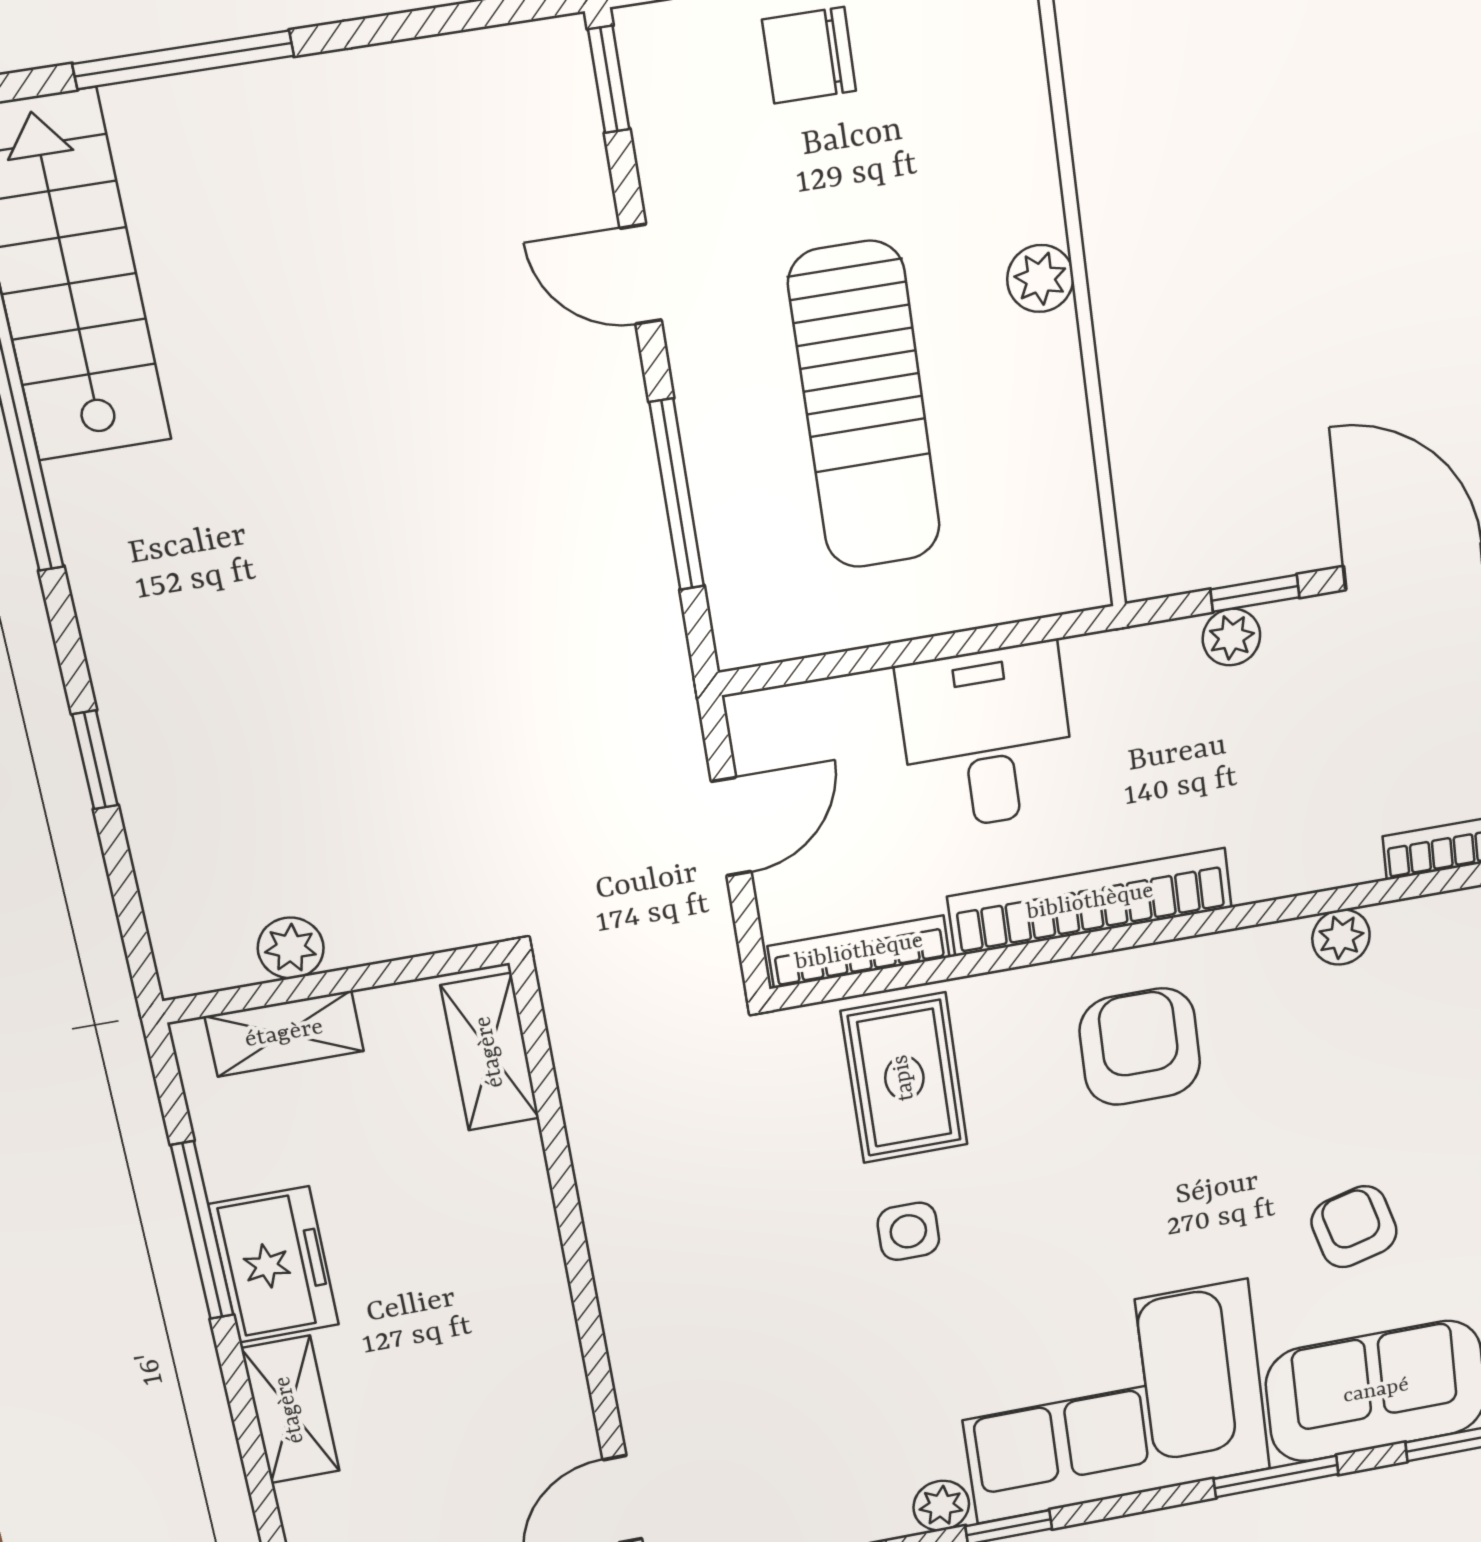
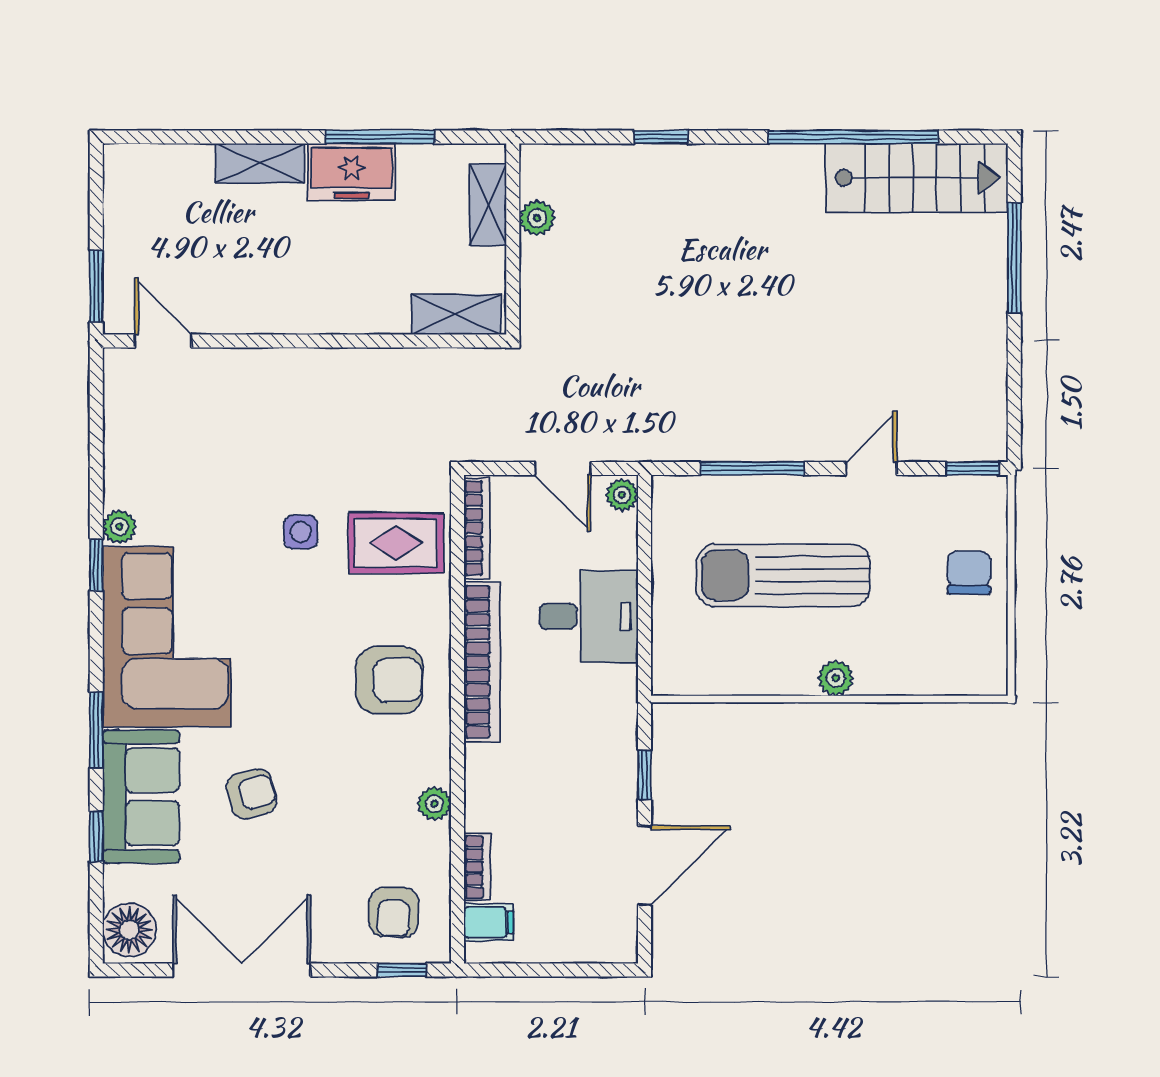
plant: (1231, 637) -> (622, 495), moved

